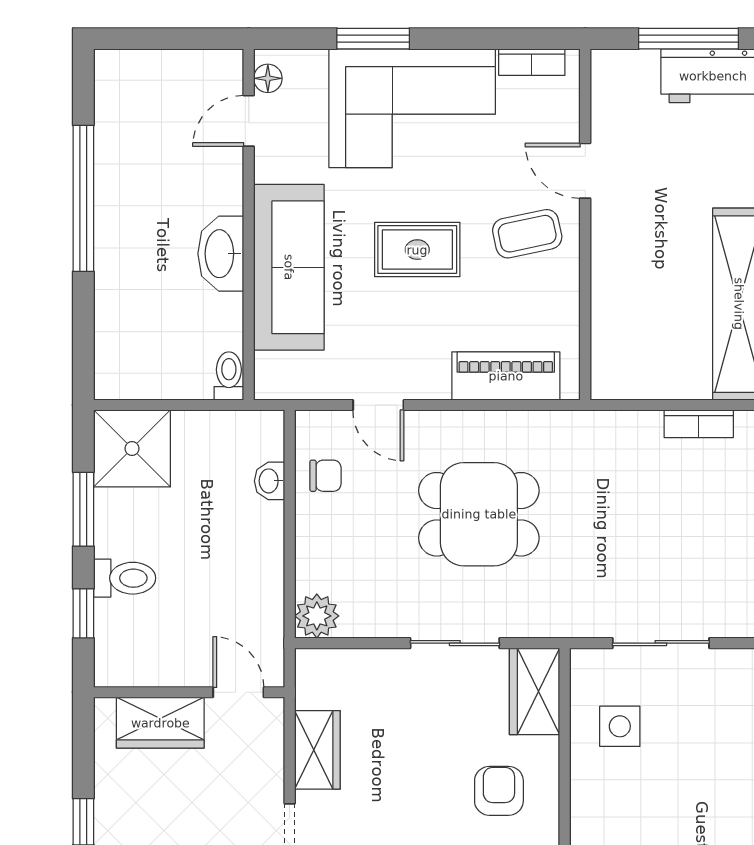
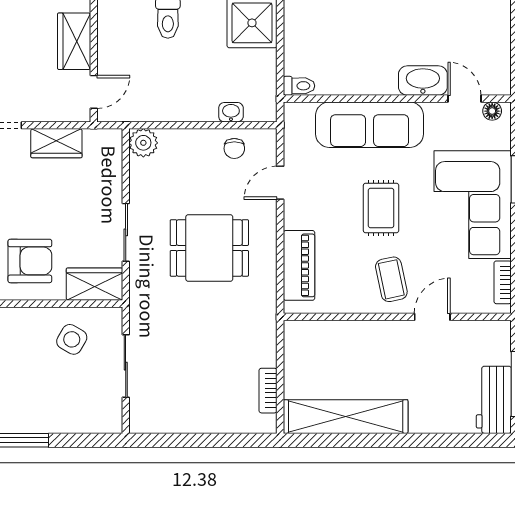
washbasin: (221, 254) -> (423, 81), moved
dining table: (479, 514) -> (209, 248), turned 90
side table: (620, 726) -> (72, 339), turned 30
armchair: (499, 791) -> (30, 261), width x1.38, depth x1.38

